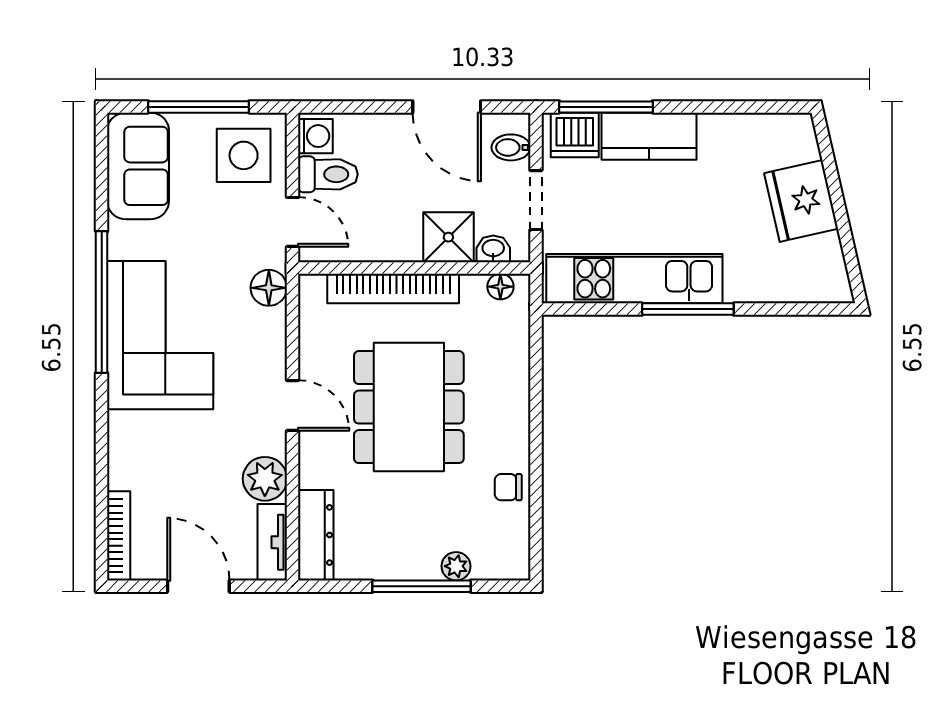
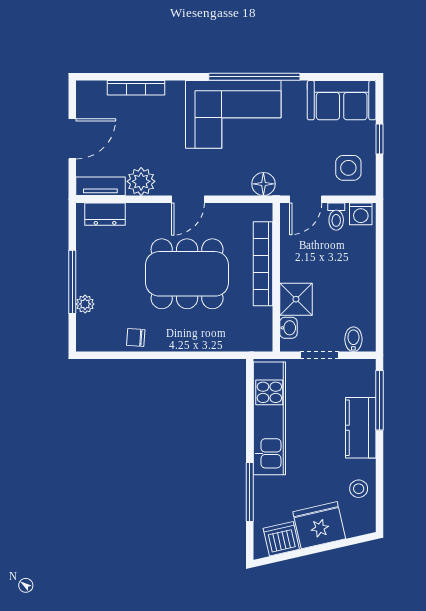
window: (198, 107) -> (379, 139), width x0.46
door: (447, 107) -> (379, 298), removed
dishwasher: (575, 135) -> (281, 539), moved, turned 77
stool: (744, 139) -> (359, 489), added
side table: (244, 155) -> (348, 168), width x0.73, depth x0.73
toilet: (328, 174) -> (336, 217), width x0.73, depth x0.72
floor lamp: (500, 287) -> (264, 332), removed
window: (688, 309) -> (250, 492), moved
chair: (508, 487) -> (136, 337), turned -86
dresser: (316, 535) -> (105, 214), width x0.70
bookcase: (119, 536) -> (136, 88), moved

